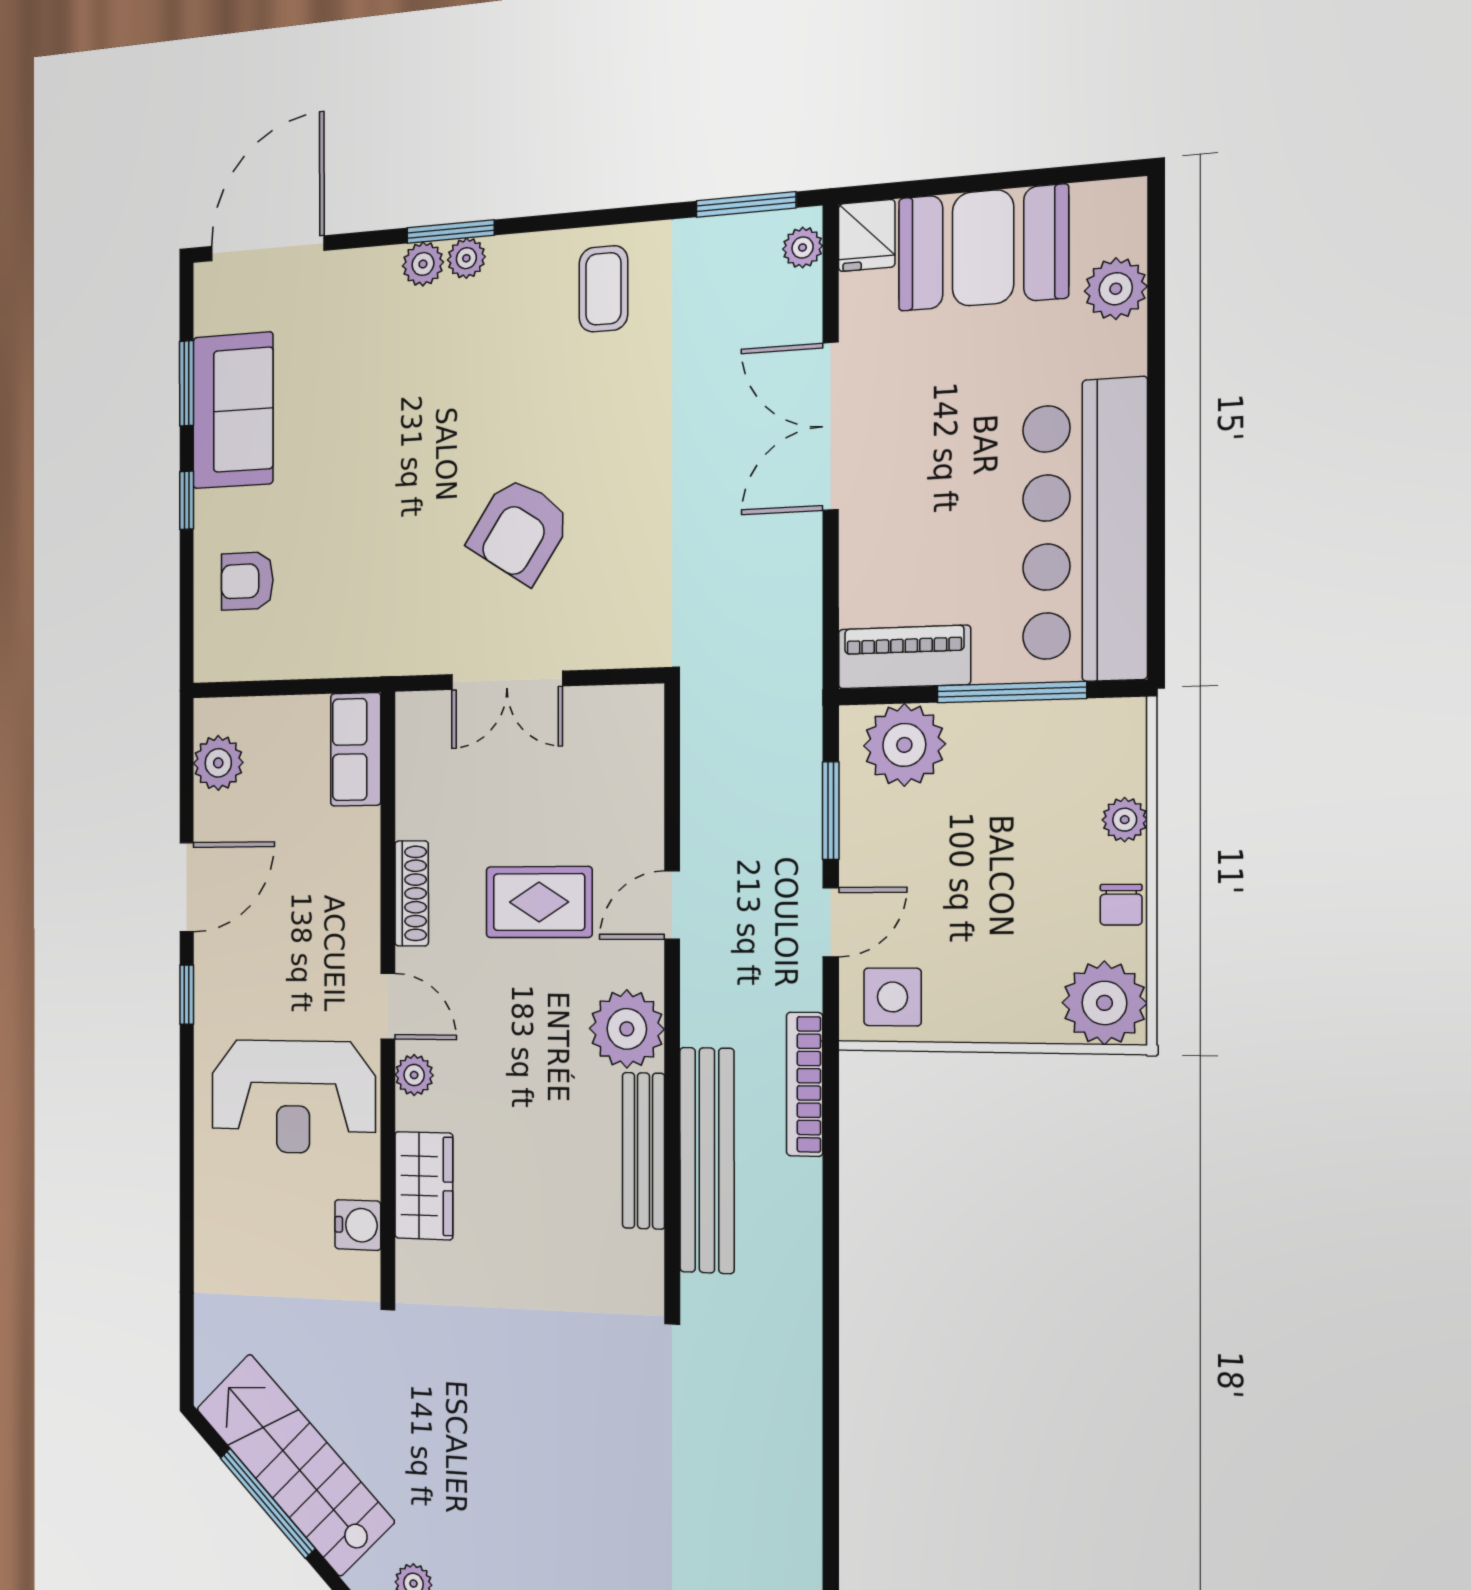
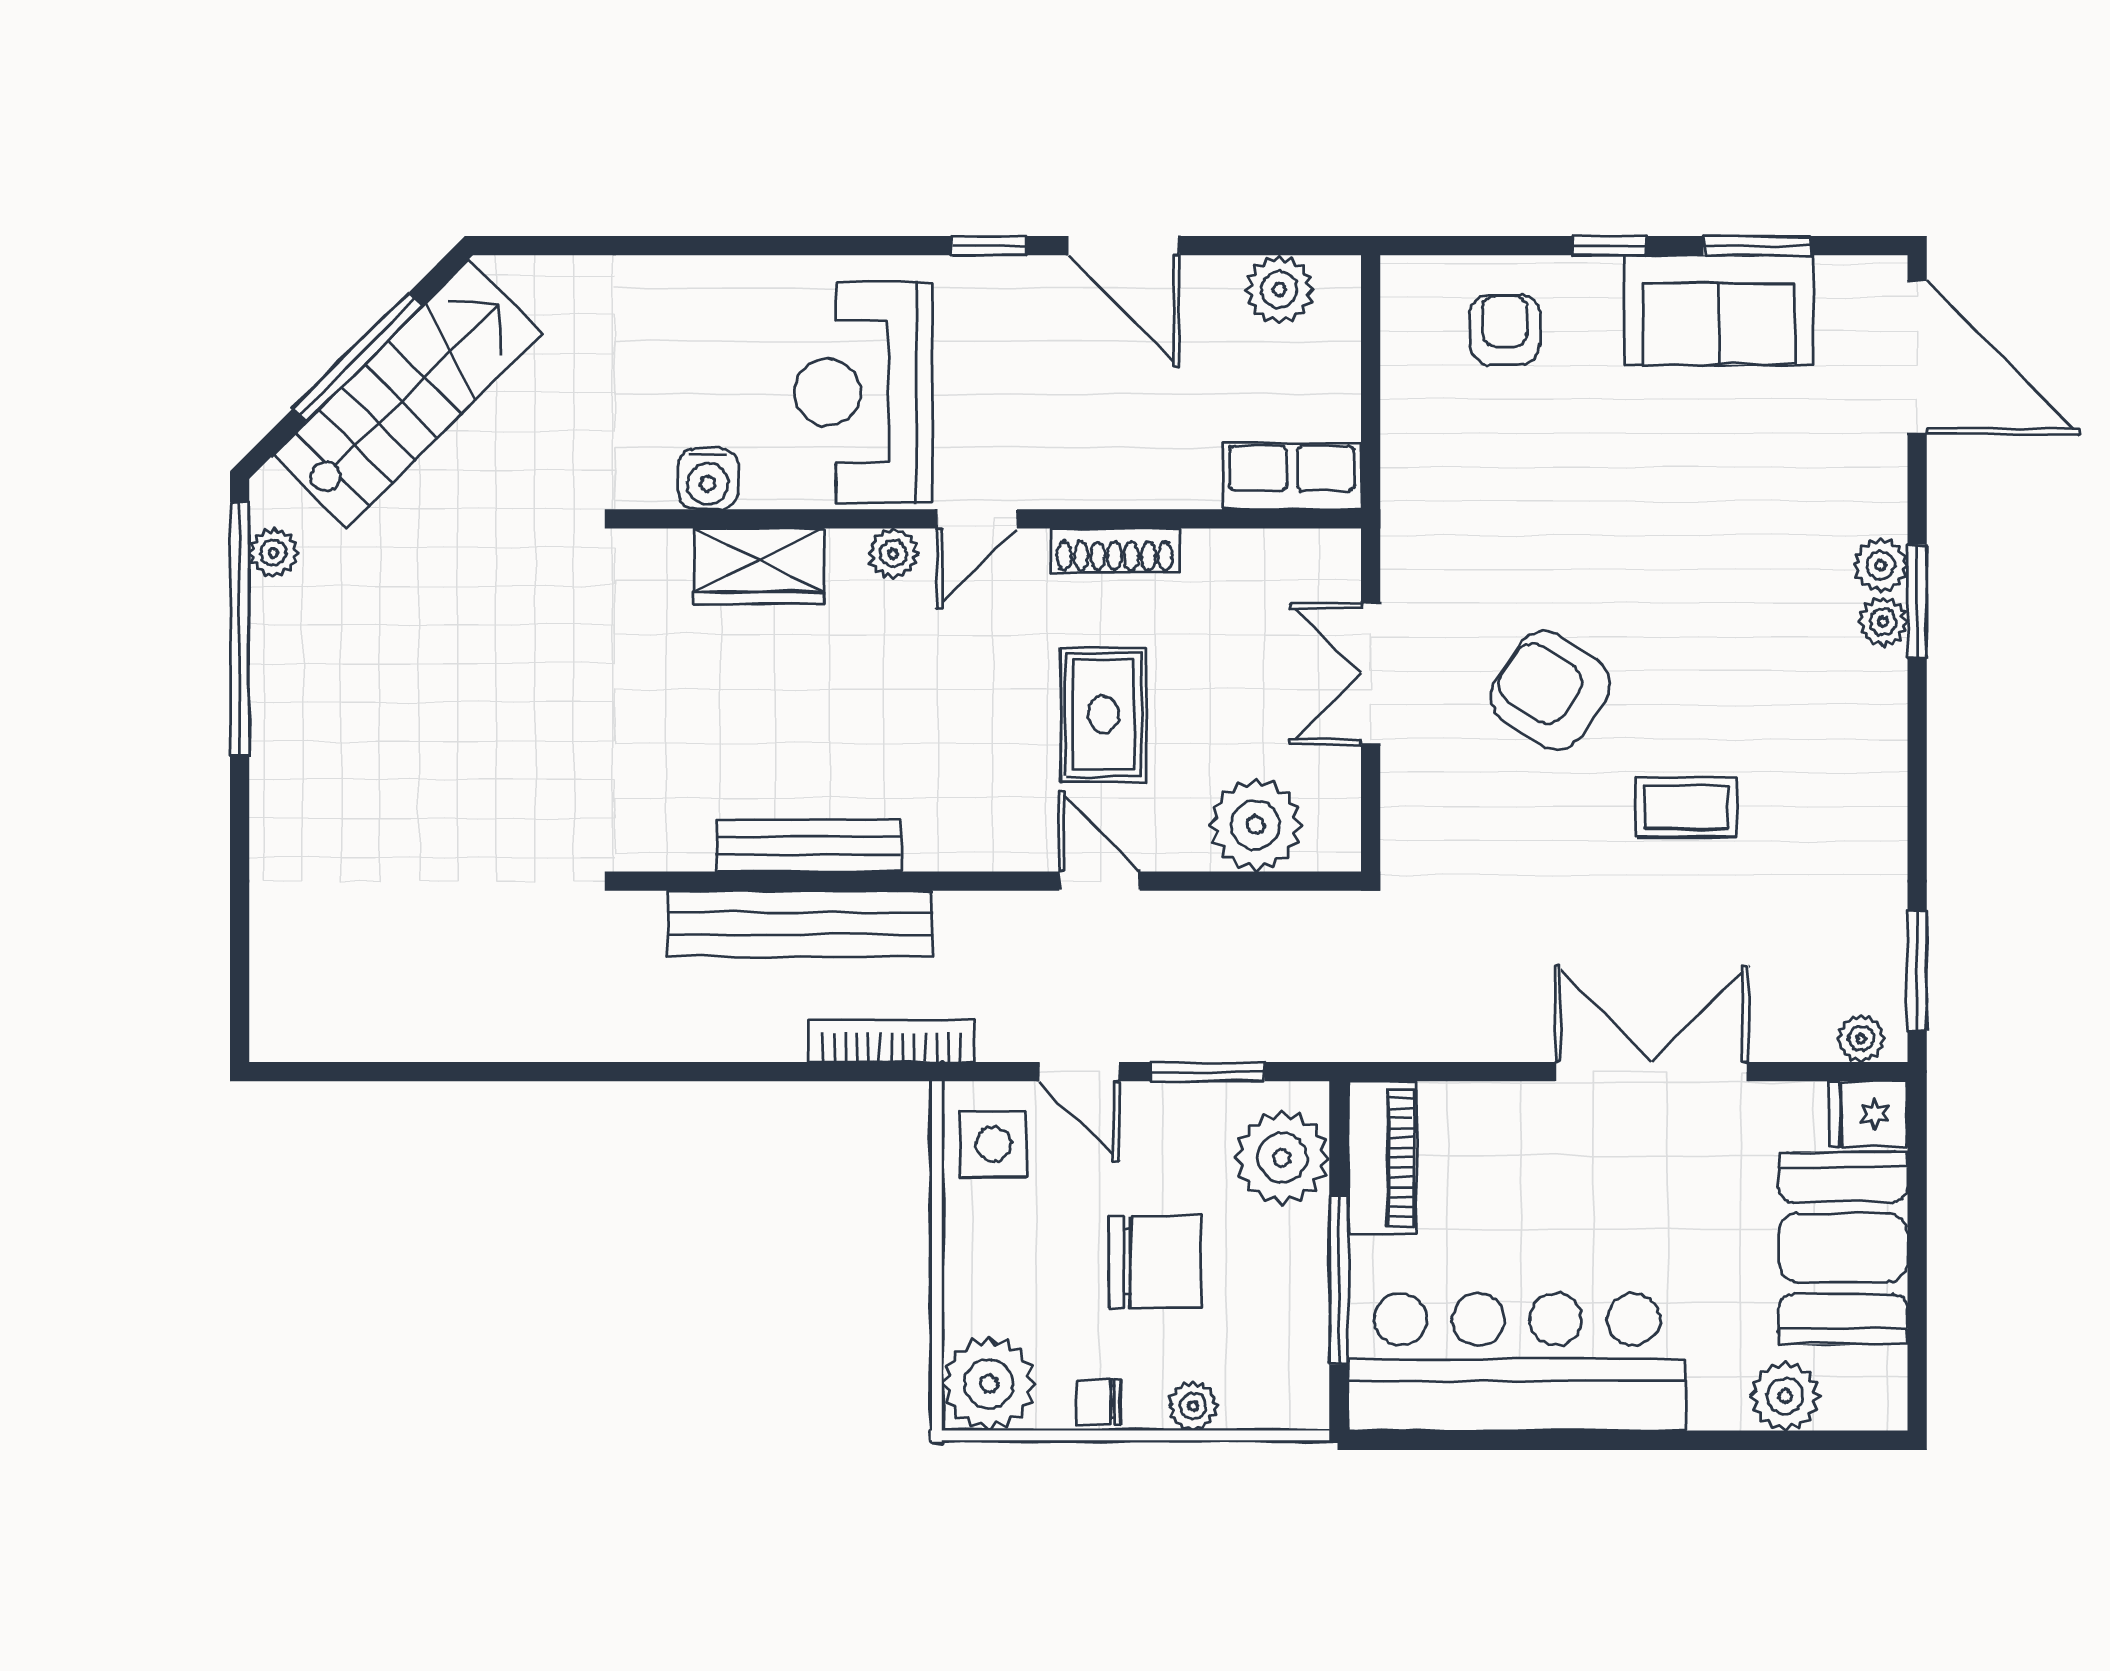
coffee table: (603, 289) -> (1687, 807), moved
chair: (995, 855) -> (1155, 1262), added
plant: (627, 1029) -> (1255, 825), moved

